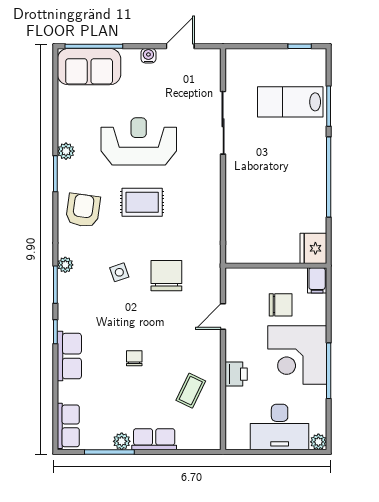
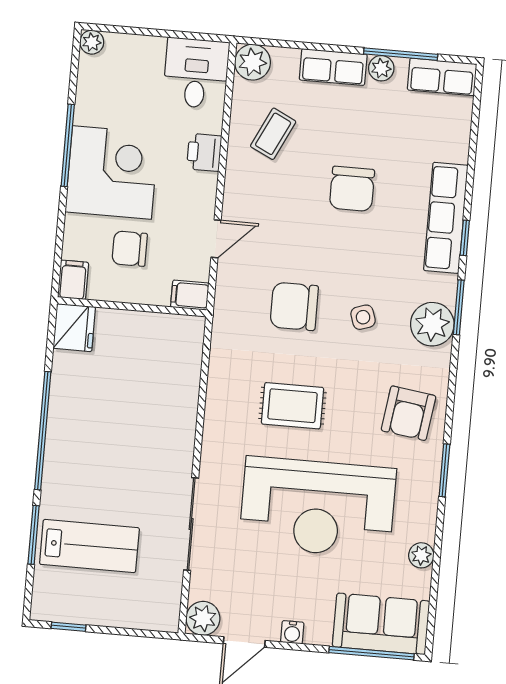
plant: (209, 60) -> (203, 618), added
reception desk: (139, 141) -> (318, 507), width x1.36, depth x1.30
plant: (66, 151) -> (421, 555), moved
rug: (142, 202) -> (293, 406), moved
plant: (65, 265) -> (432, 324), width x1.88, depth x1.88
chair: (166, 276) -> (294, 306), turned 90
filing cabinet: (237, 277) -> (190, 295), added
row of seats: (69, 356) -> (446, 218), width x1.48
chair: (134, 358) -> (352, 189), width x1.87, depth x1.87
row of seats: (68, 426) -> (442, 77), moved, turned -90
desk: (280, 427) -> (196, 73), moved, width x0.73
plant: (209, 438) -> (253, 62), added

